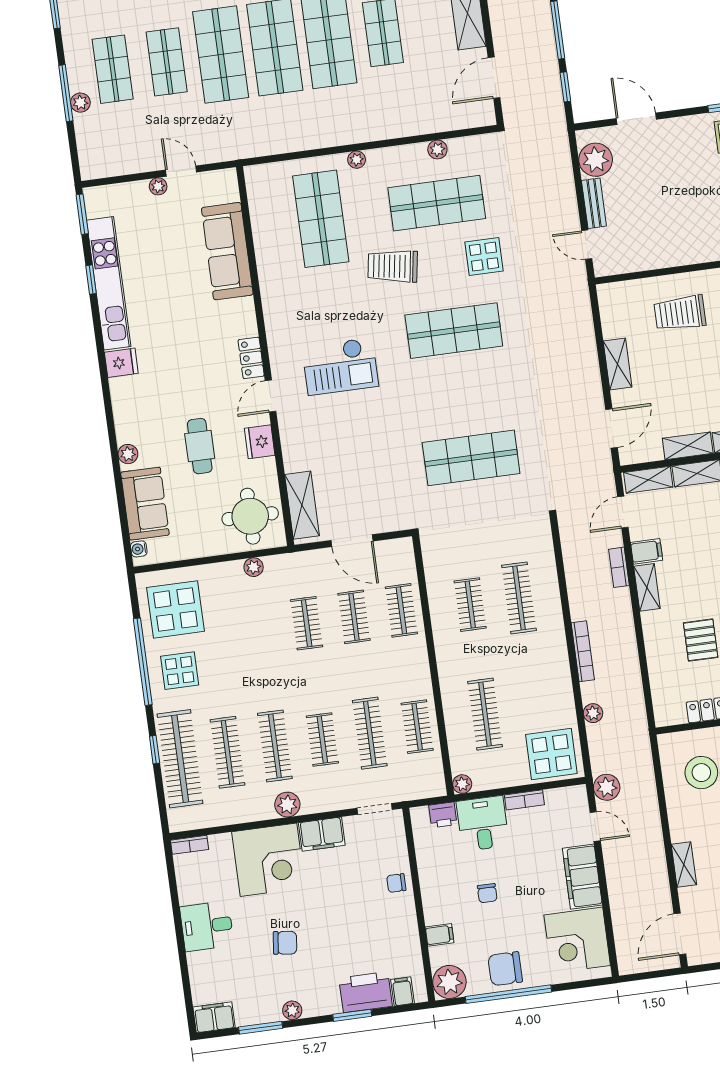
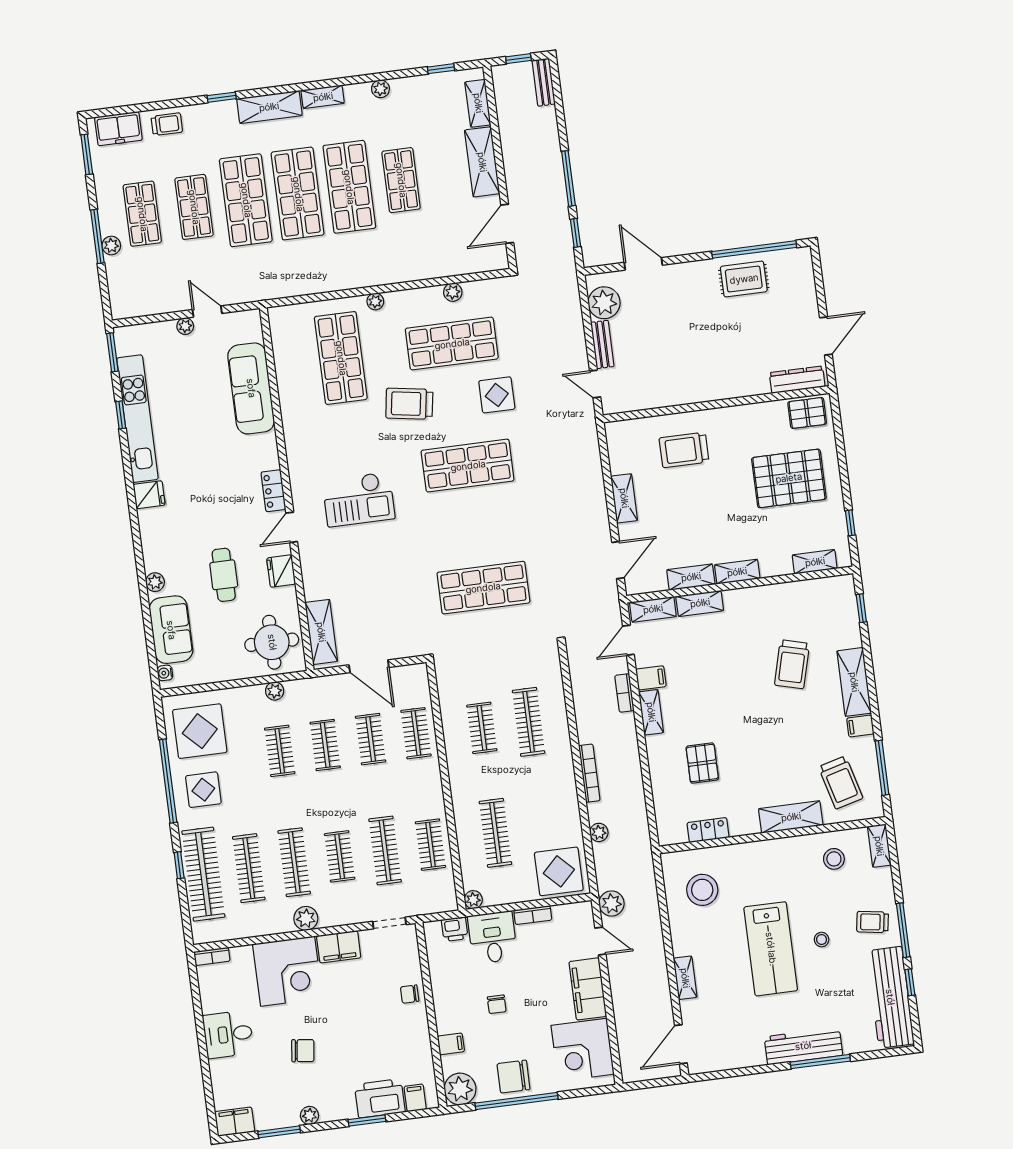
clothes rail: (259, 630) -> (280, 751), added

